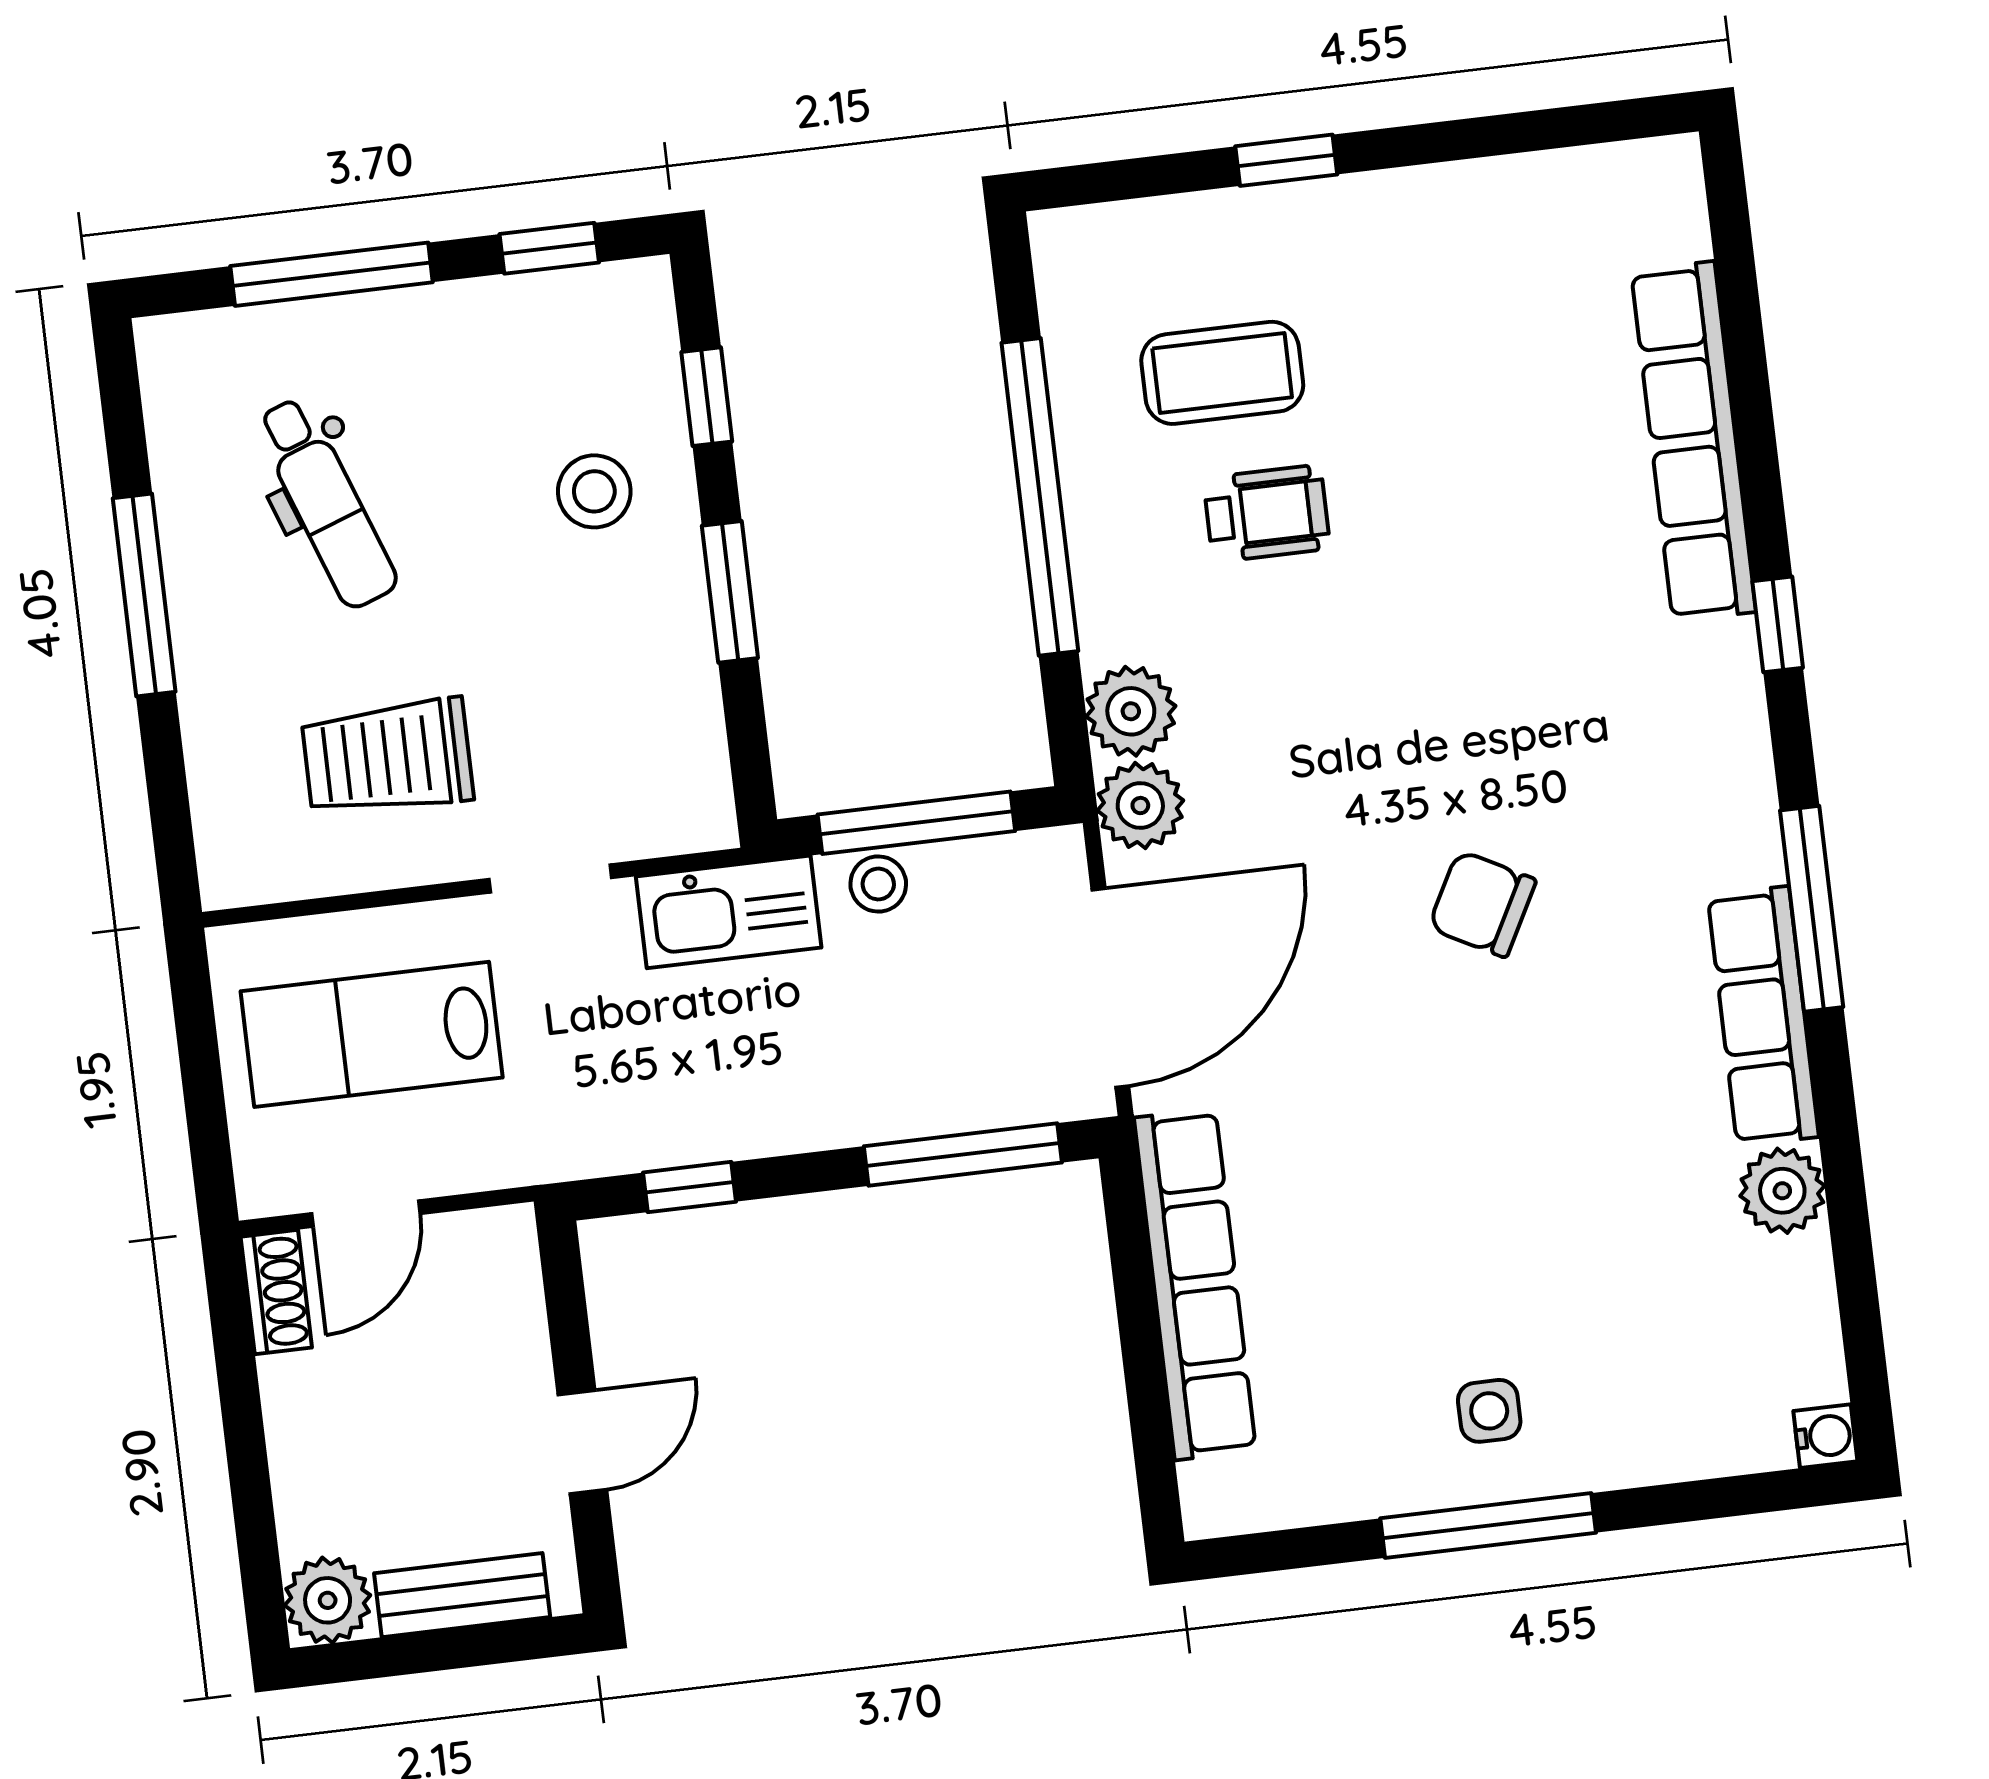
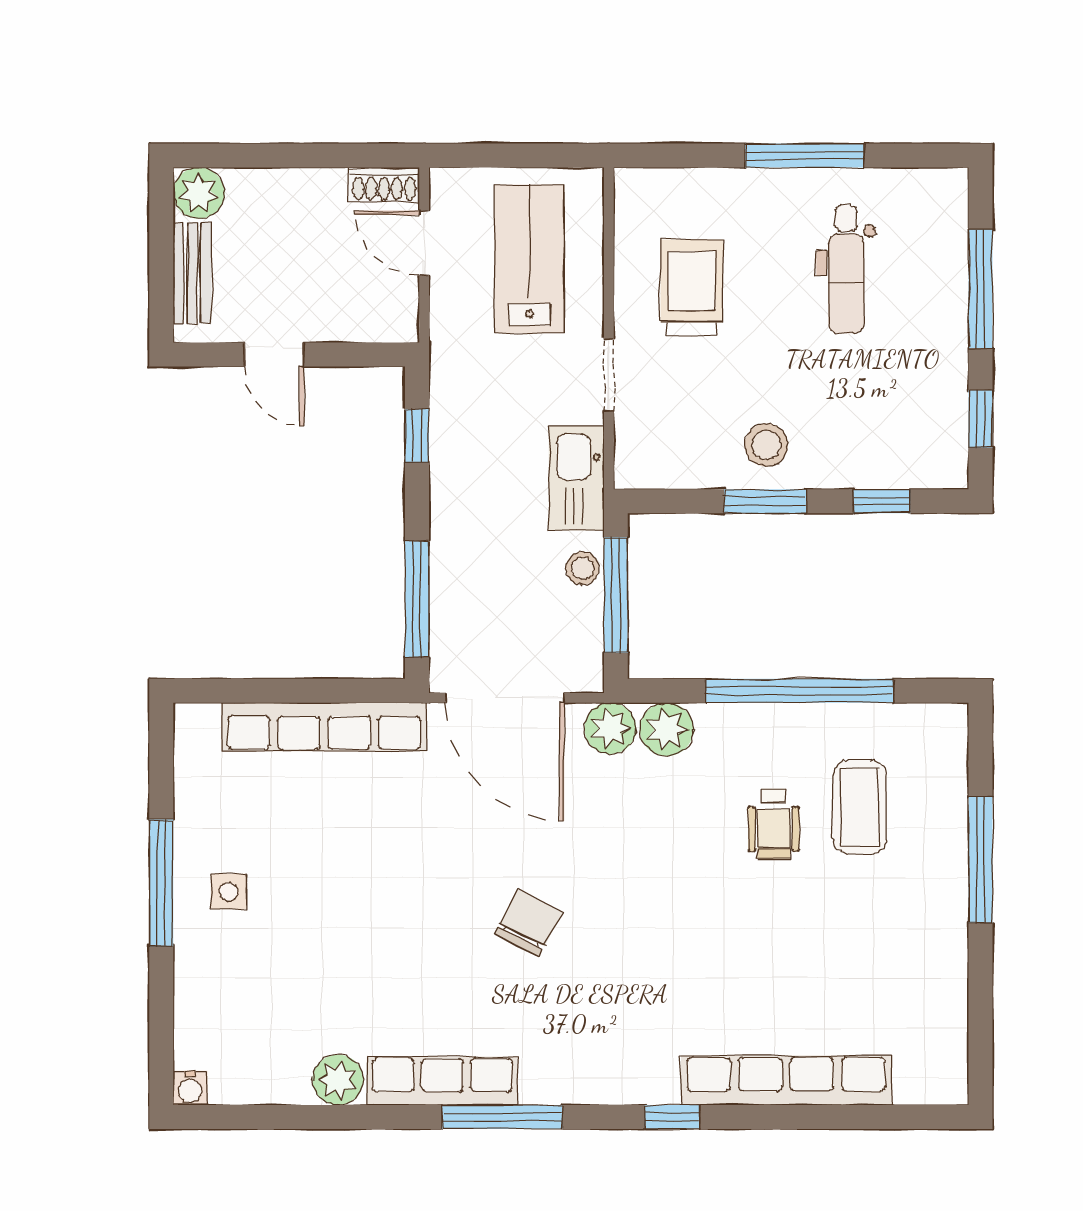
window: (1286, 160) -> (981, 860), width x2.17
stool: (594, 491) -> (766, 445), moved
dental chair: (326, 503) -> (846, 269), turned -70

